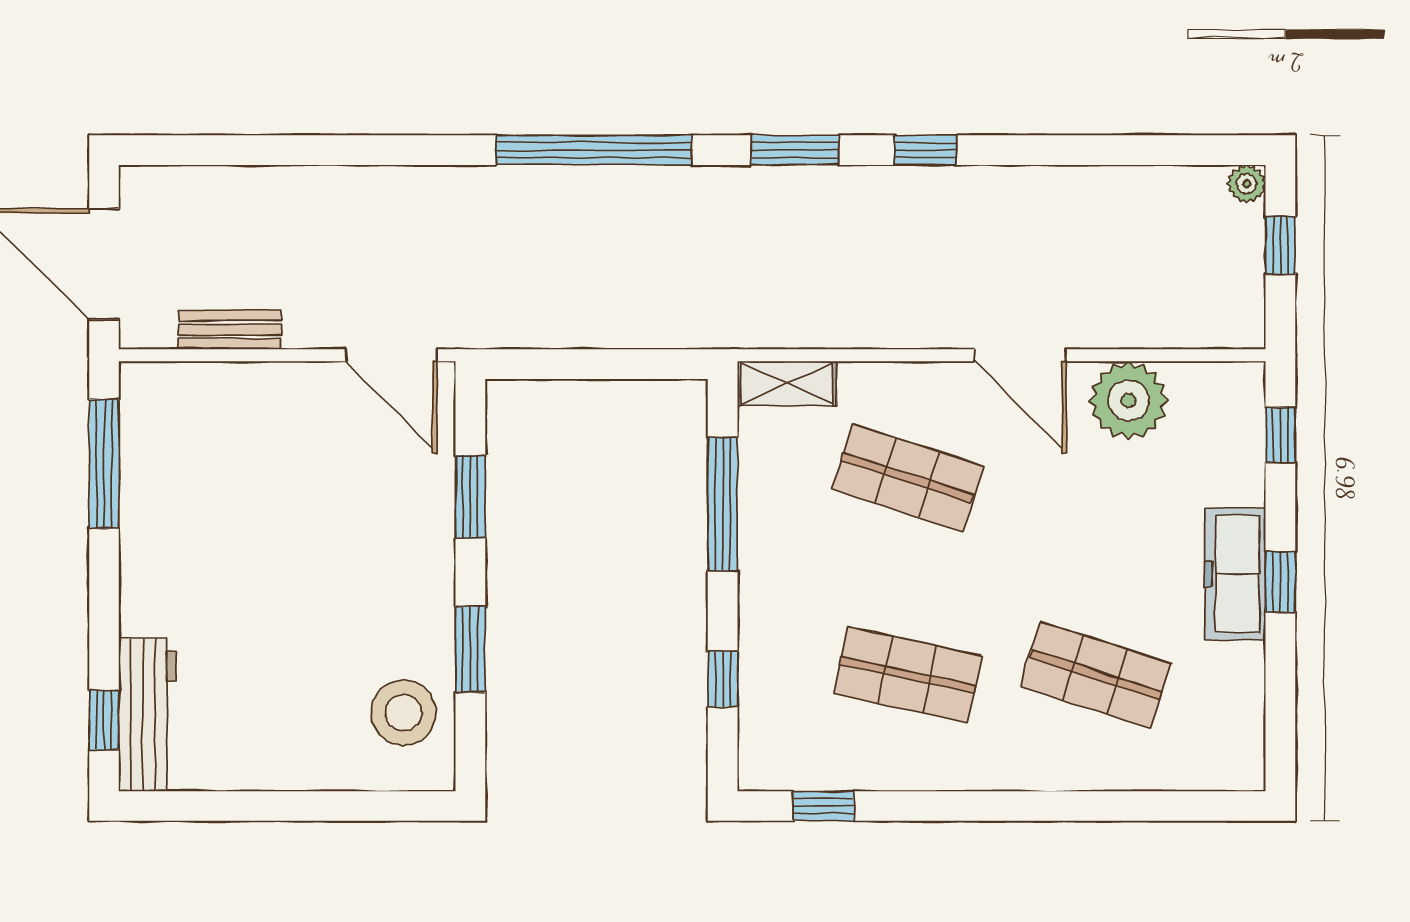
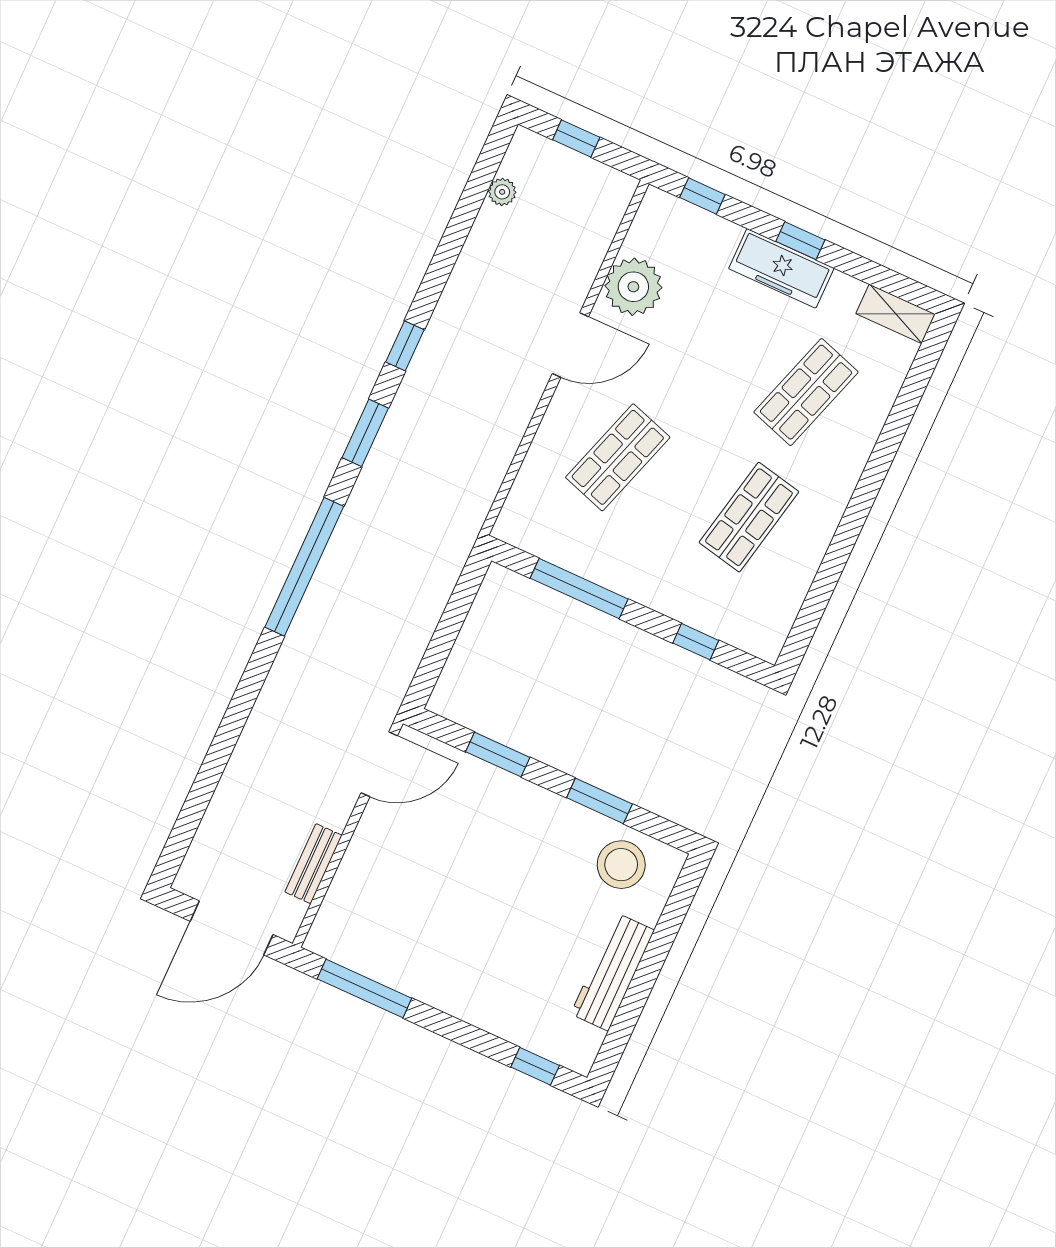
plant: (1247, 184) -> (502, 192), moved
shelving: (787, 383) -> (896, 314), moved, turned 90
workbench: (147, 715) -> (612, 972), moved, turned -90
window: (823, 806) -> (811, 613), removed

